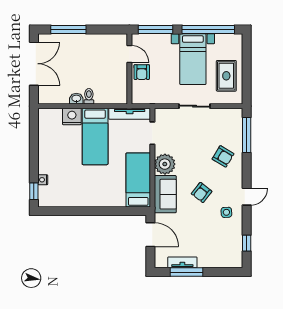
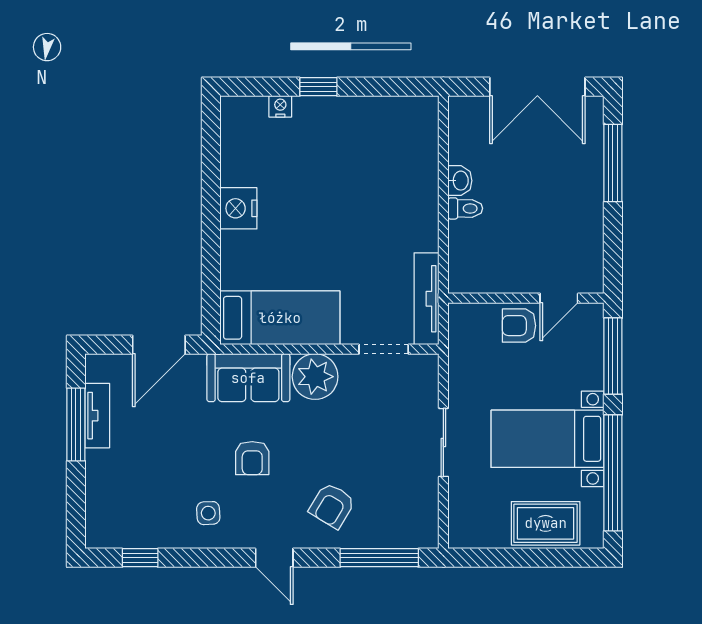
rug: (226, 76) -> (546, 523), moved
nightstand: (72, 116) -> (238, 208), moved, turned 180
bed: (95, 136) -> (376, 222), removed
window: (34, 191) -> (318, 87), moved
armchair: (202, 192) -> (252, 458), turned -128
door: (247, 197) -> (274, 558), moved

